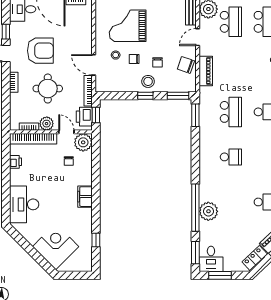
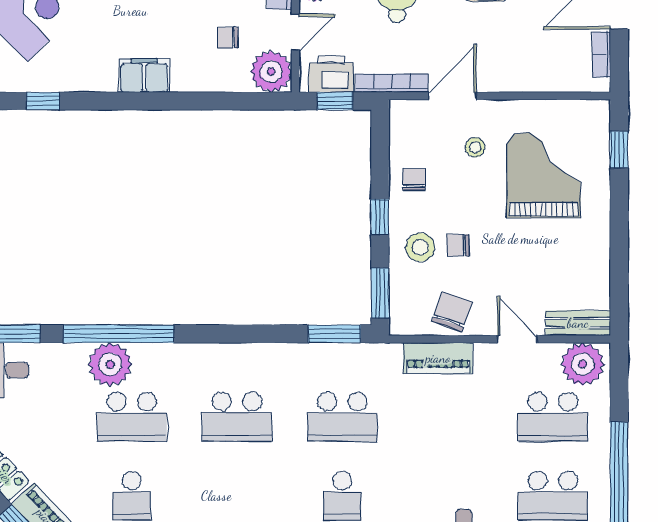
chair: (134, 59) -> (414, 180), moved
stool: (148, 81) -> (420, 247), moved
school desk: (231, 157) -> (237, 417), width x1.85
school desk: (231, 202) -> (132, 417), added

